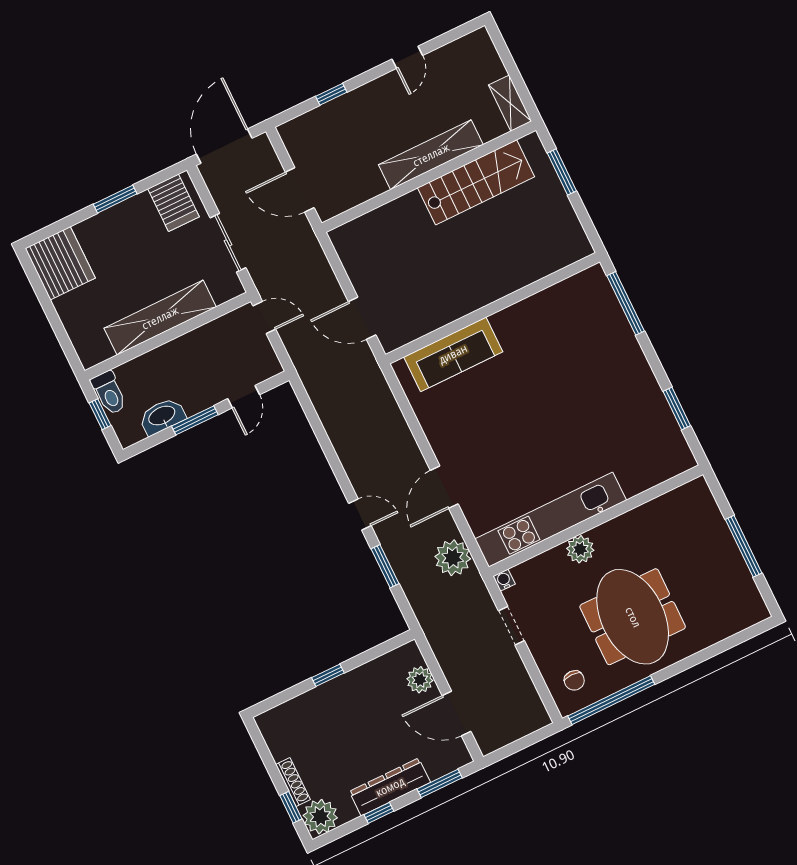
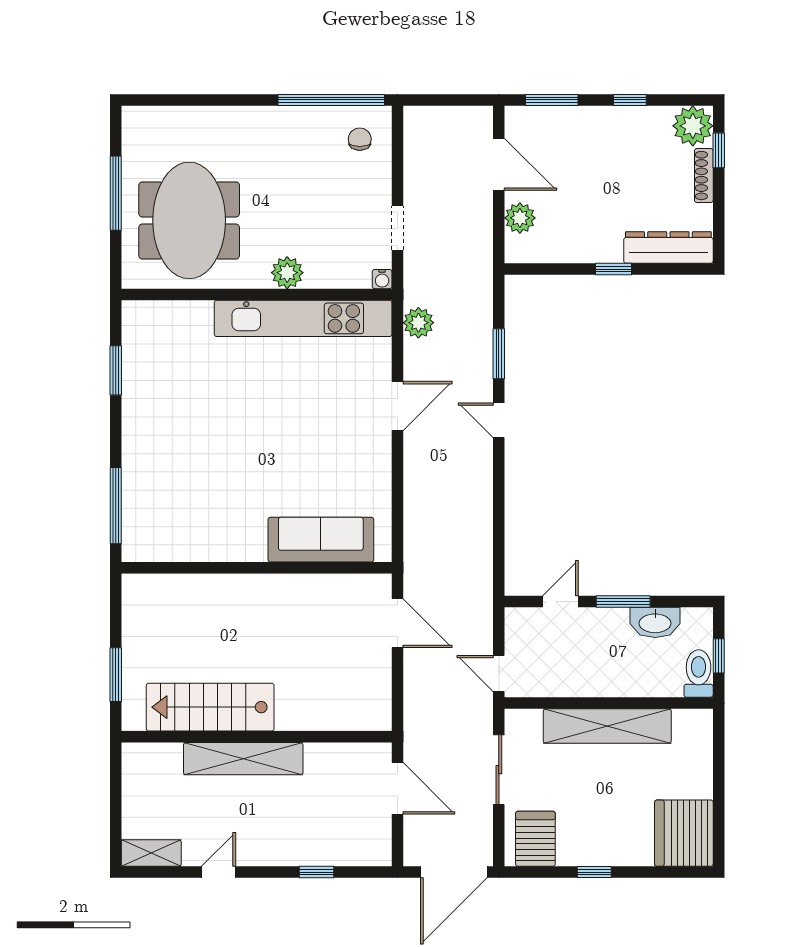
shelving: (510, 103) -> (151, 853), moved, turned 90
window: (115, 199) -> (594, 872), width x0.67
plant: (453, 558) -> (418, 323), width x0.73, depth x0.73
meeting table: (633, 617) -> (189, 220), moved
dresser: (390, 787) -> (668, 248), moved, turned 180

